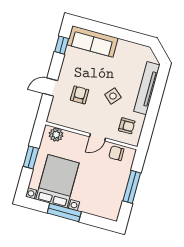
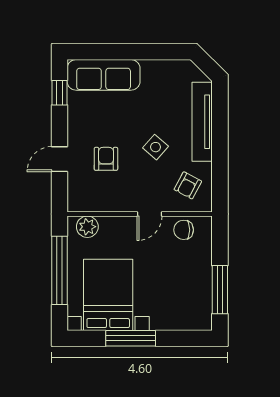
armchair: (127, 126) -> (188, 185), turned 118
window: (31, 157) -> (60, 270), width x2.11
window: (132, 187) -> (220, 290), moved

